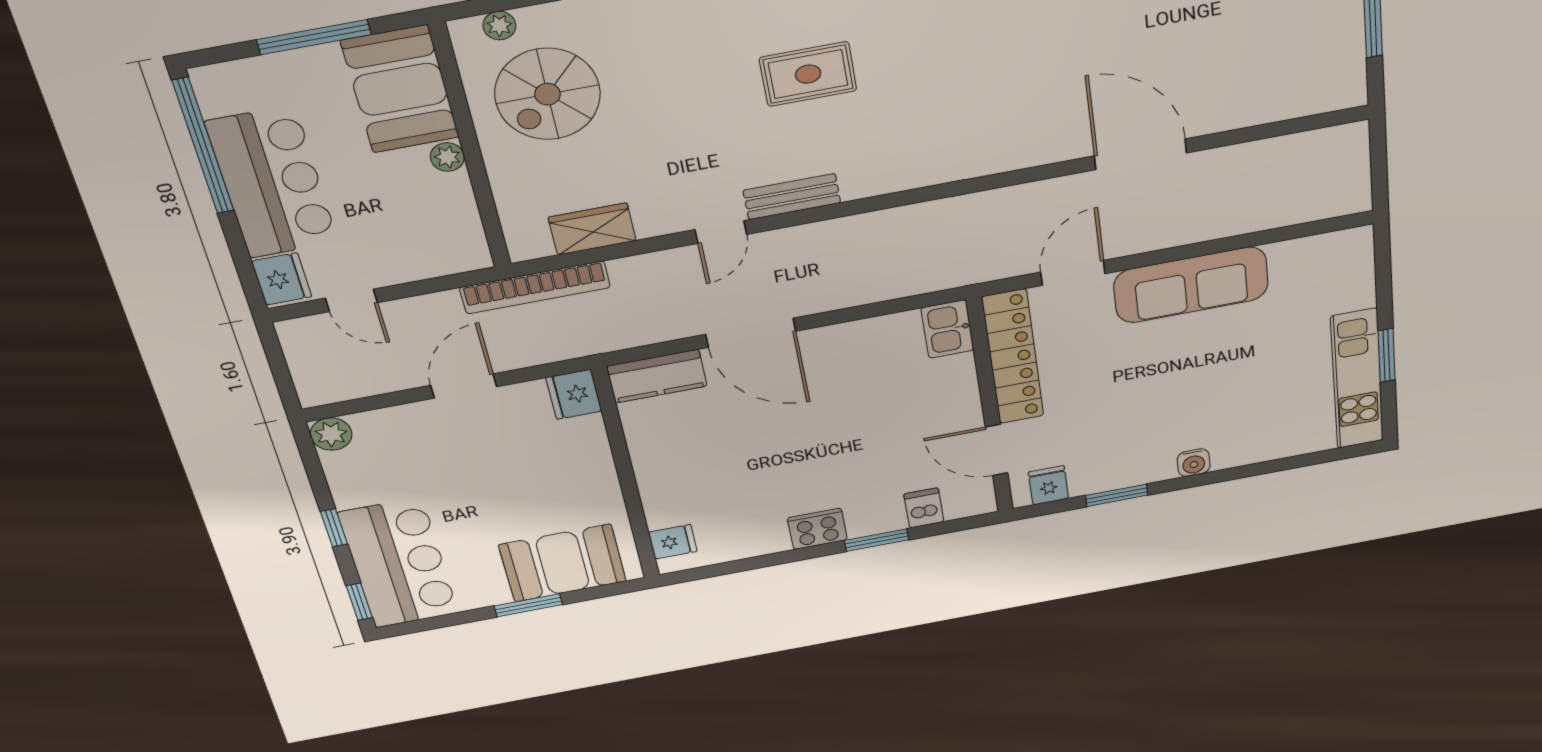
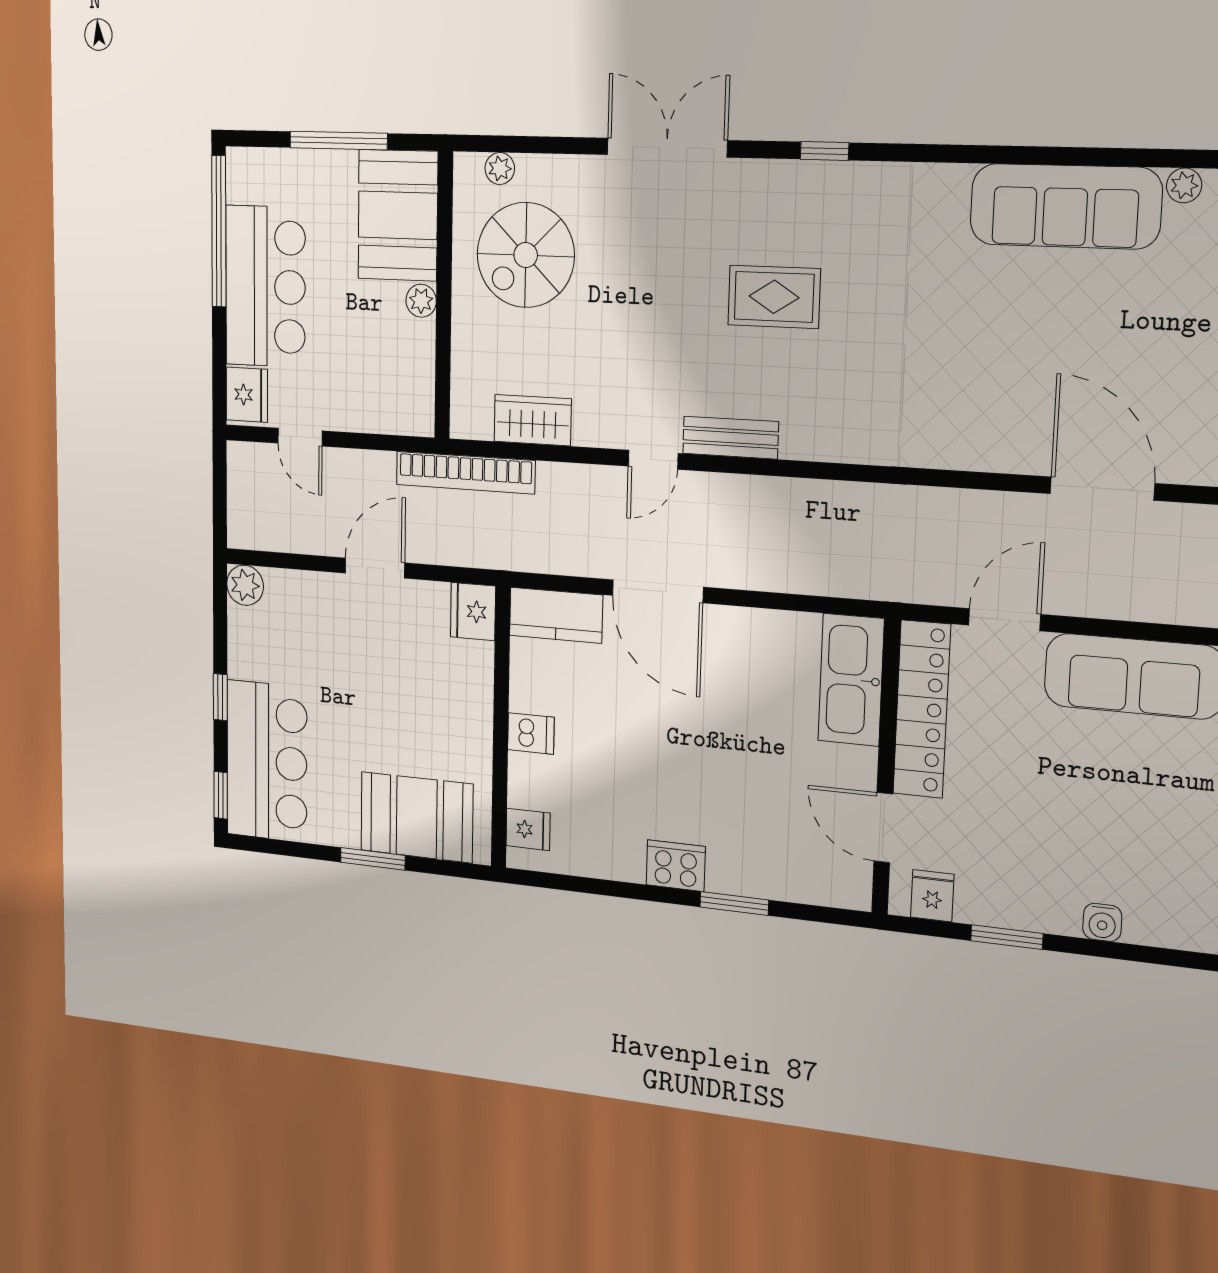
kitchen sink: (947, 329) -> (851, 680), width x1.88, depth x1.24
dishwasher: (924, 508) -> (531, 733), moved, turned 90

